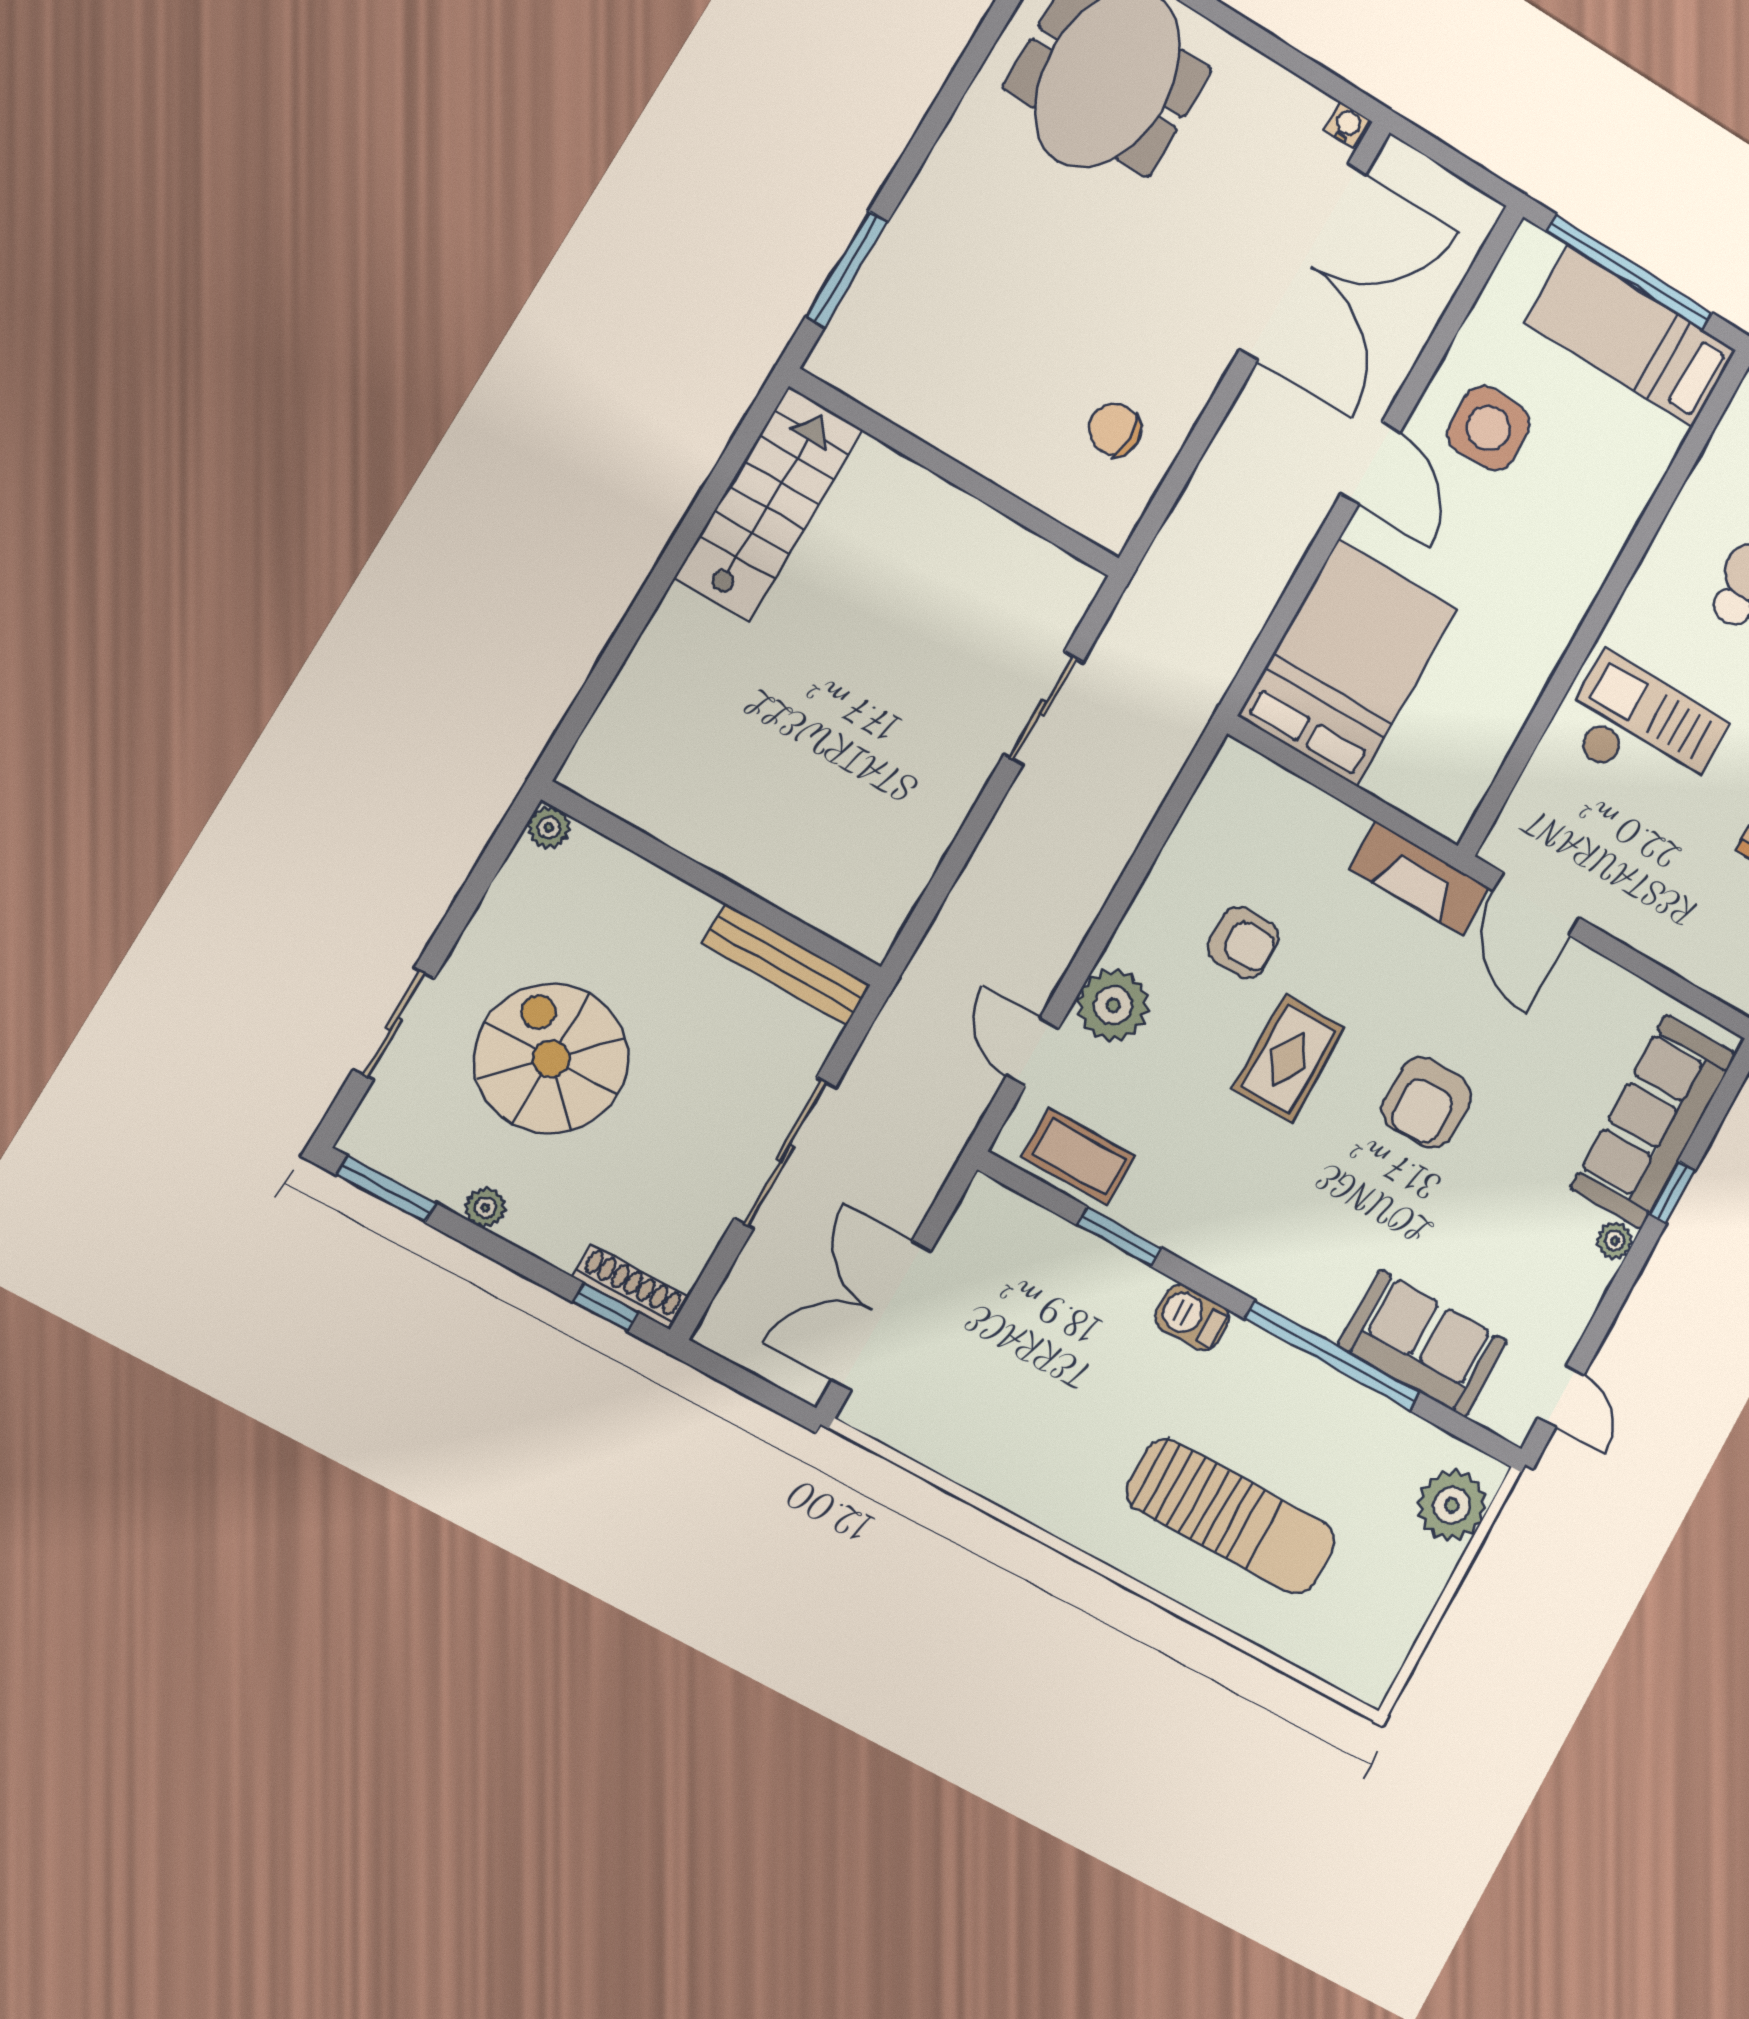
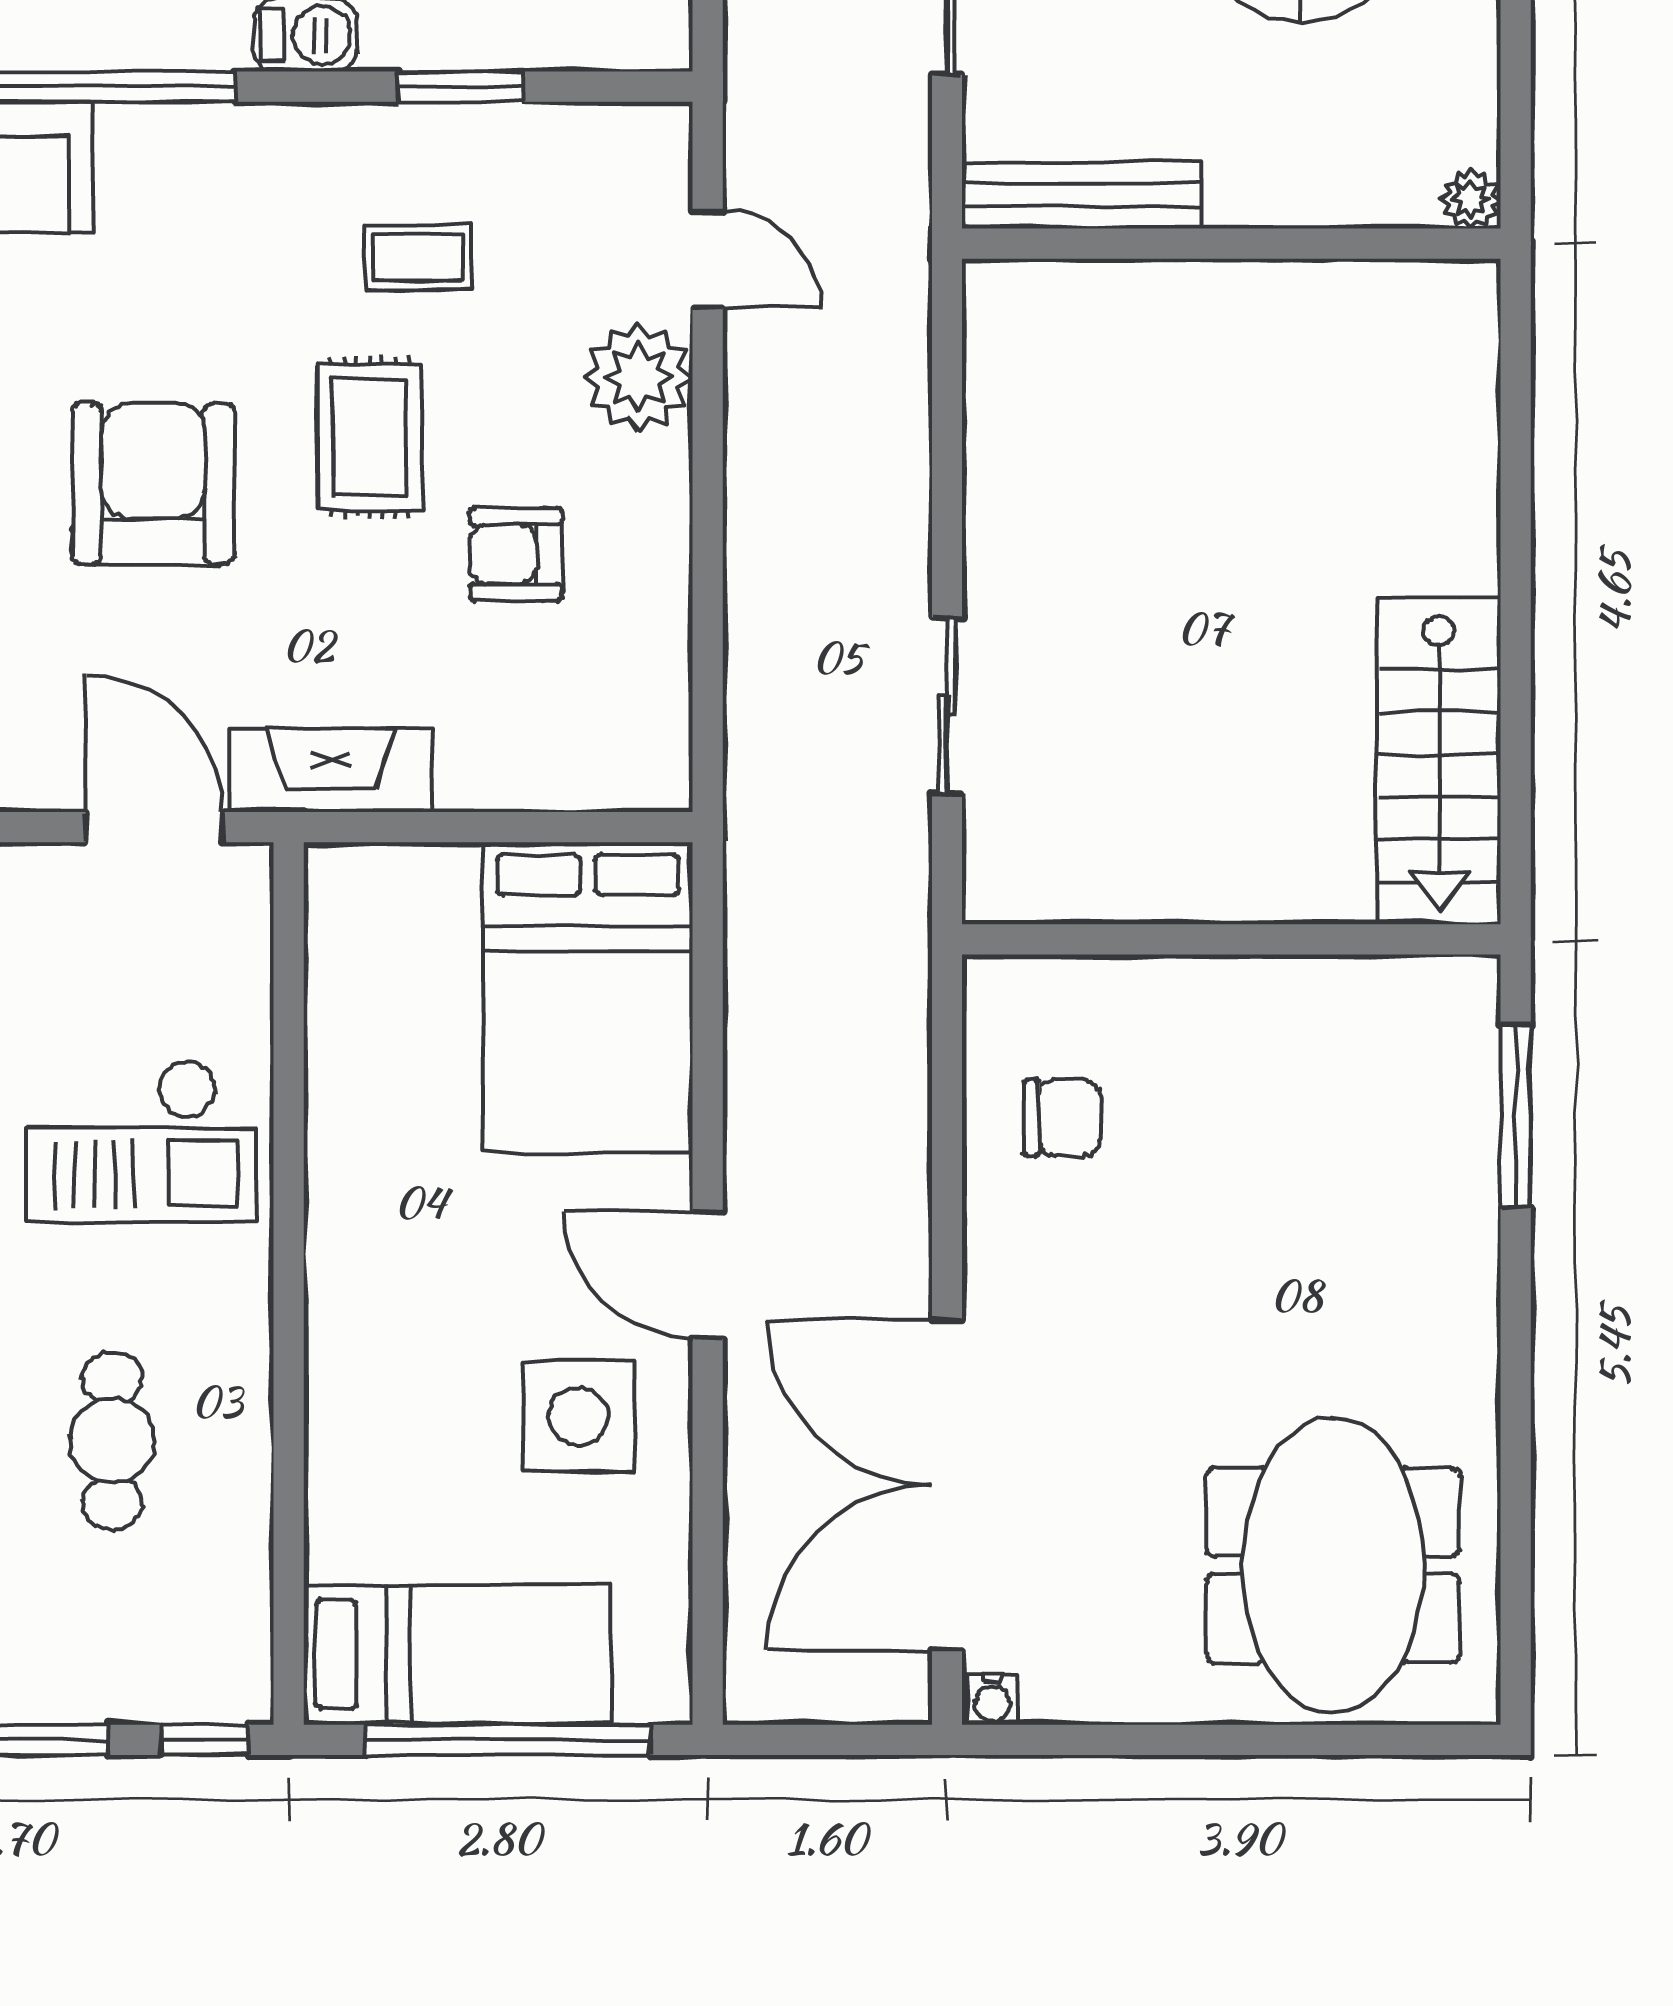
armchair: (1427, 1103) -> (153, 484), width x1.36, depth x1.36
coffee table: (1079, 1157) -> (418, 258), moved, width x0.73, depth x0.77

